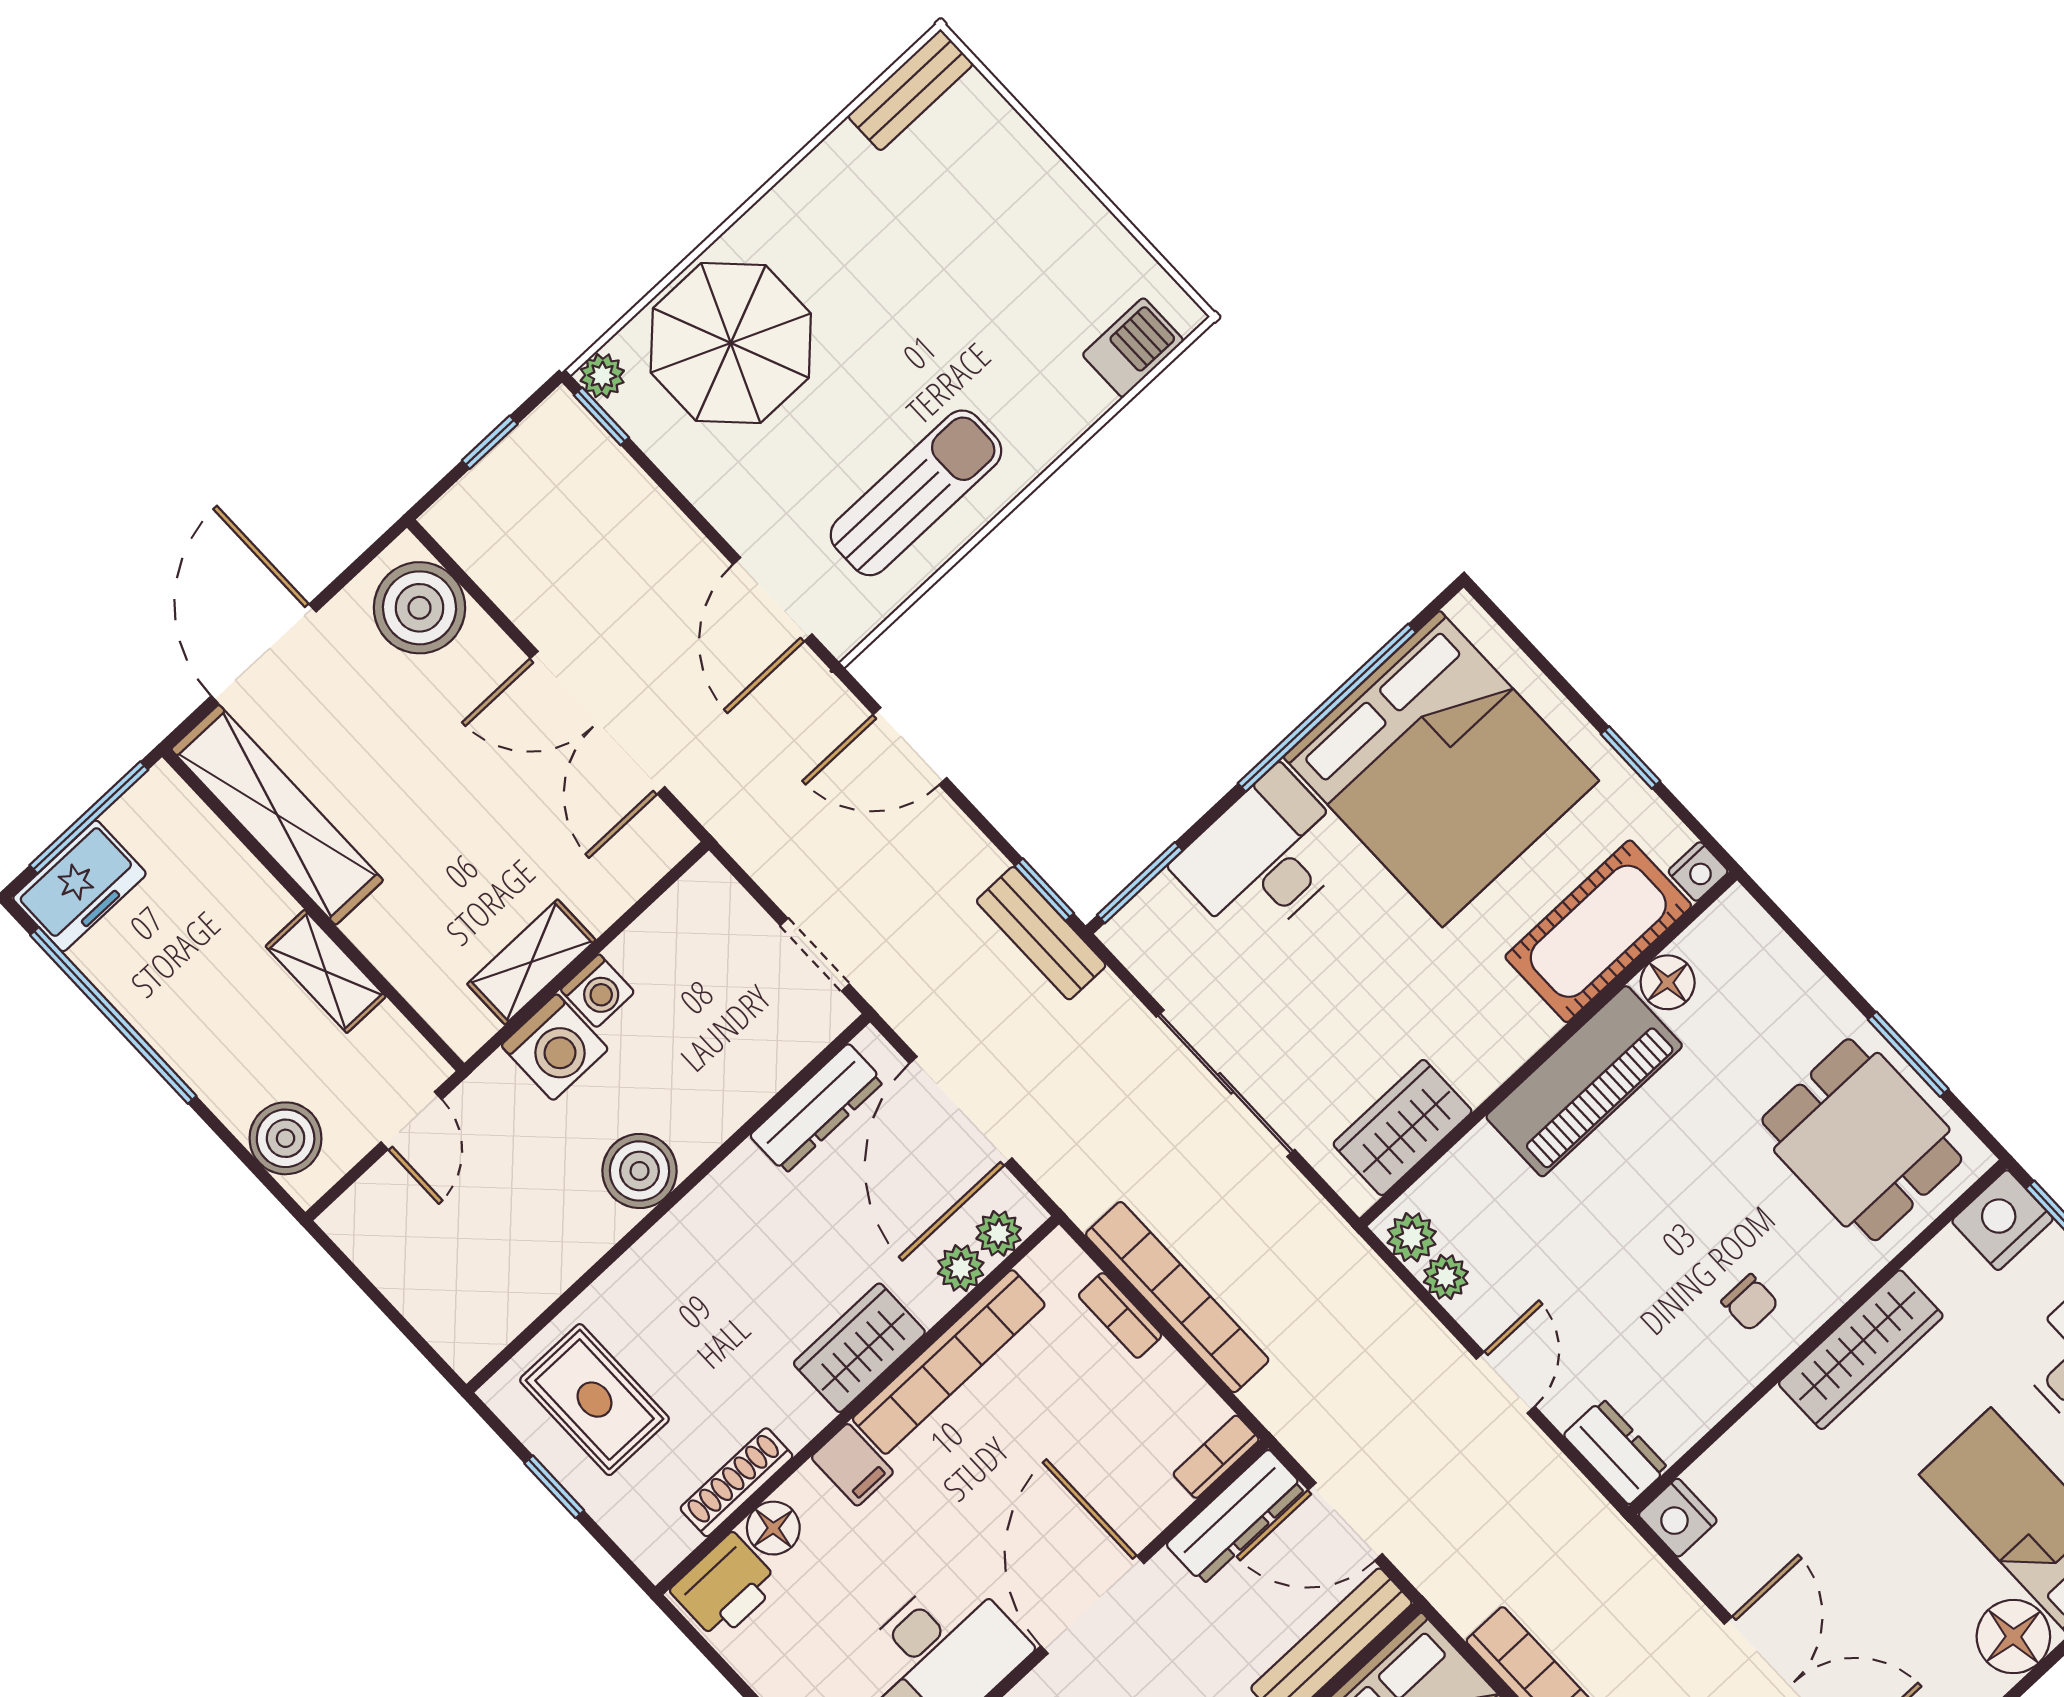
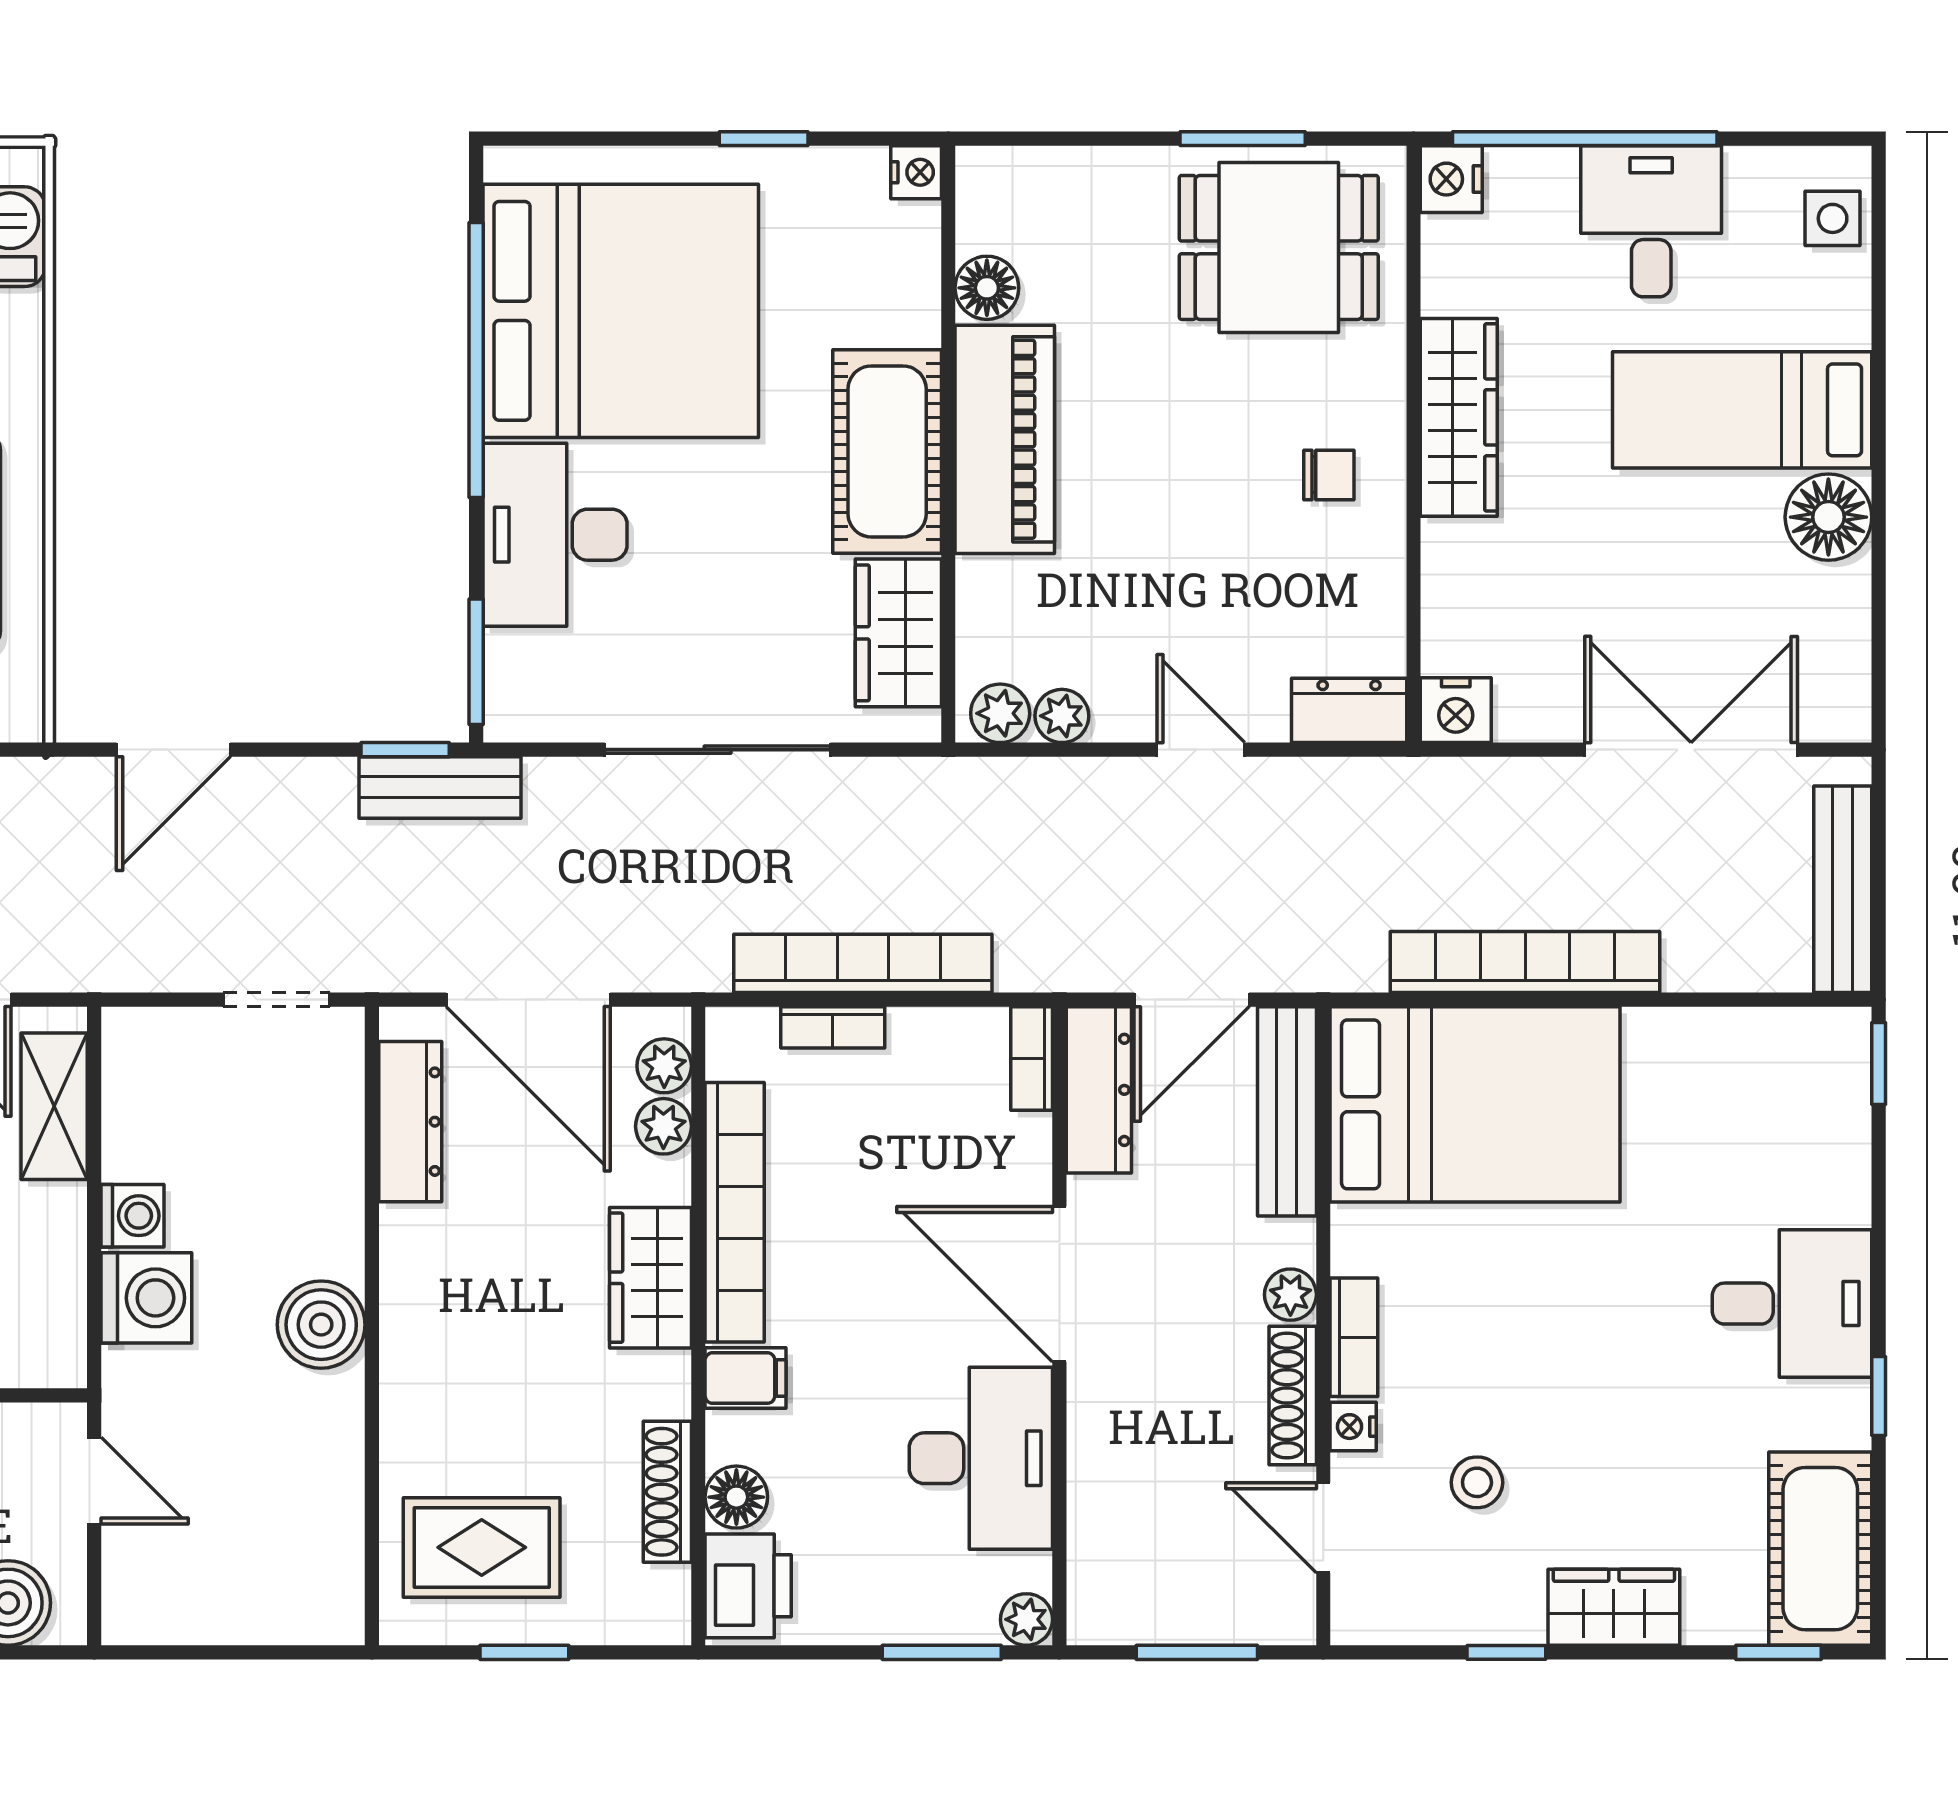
cot: (1598, 931) -> (887, 451), moved
shelving: (531, 962) -> (54, 1106), moved
nightstand: (2002, 1220) -> (1451, 179), width x0.74, depth x0.75

